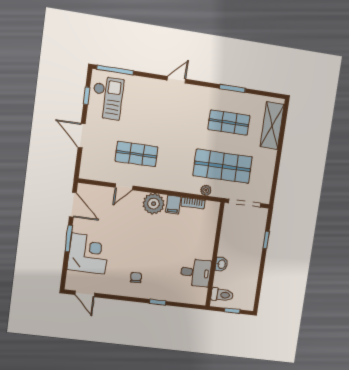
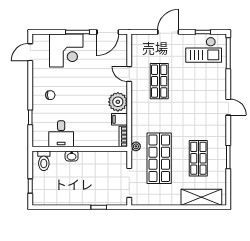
wall: (215, 254) -> (80, 149), moved
washbasin: (221, 264) -> (72, 156), moved
desk: (196, 273) -> (61, 134), moved
toilet: (222, 295) -> (44, 161), moved

